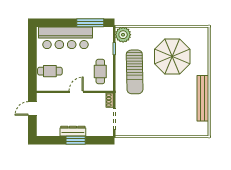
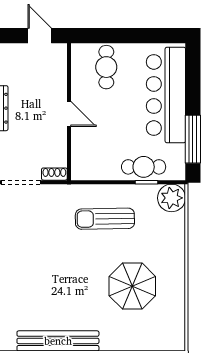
parasol: (172, 57) -> (132, 286), width x0.73, depth x0.73
cafe table: (100, 71) -> (144, 167), moved
sun lounger: (135, 72) -> (105, 219), width x0.73, depth x0.75

